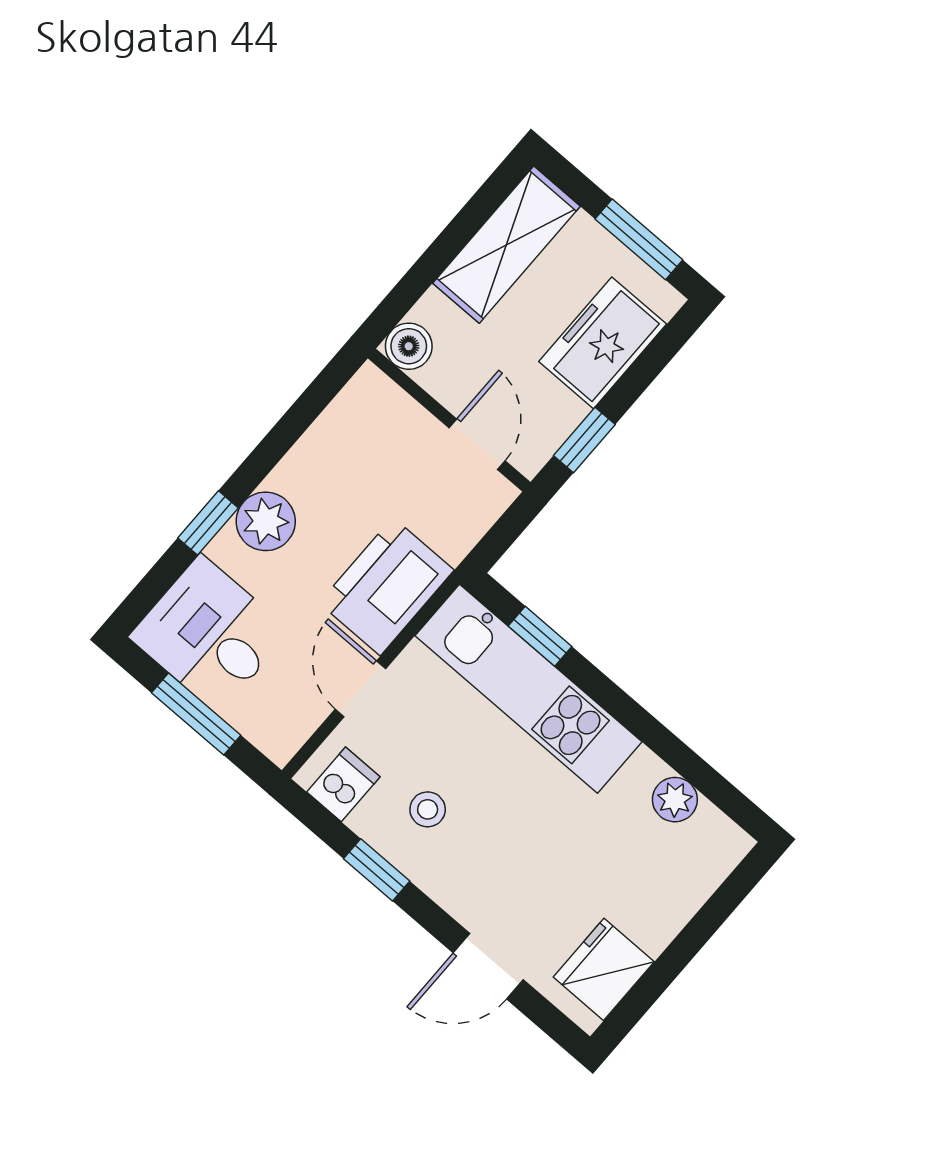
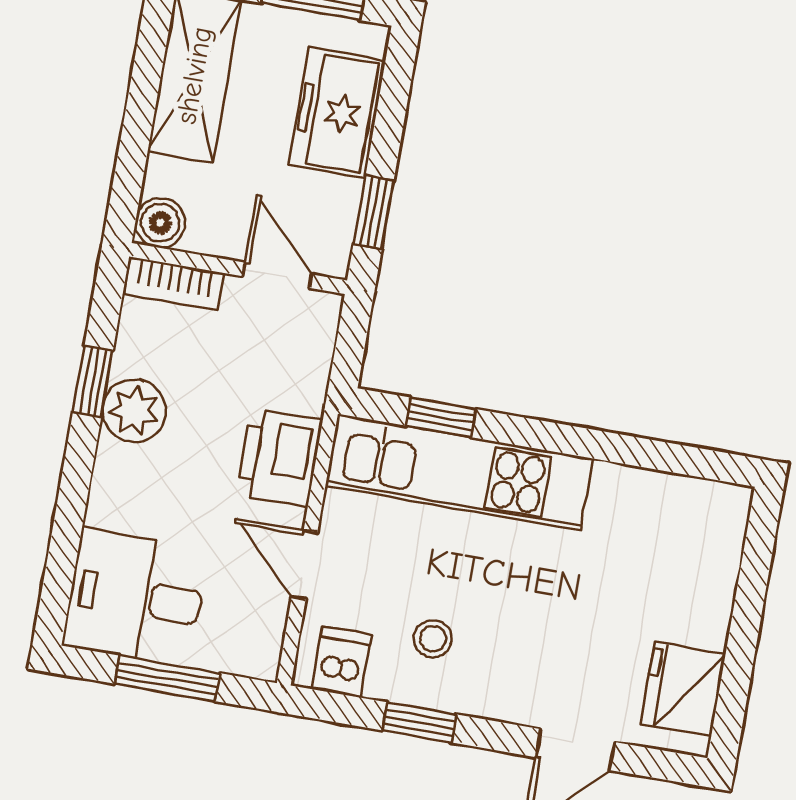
bookcase: (391, 401) -> (174, 283), added
plant: (266, 521) -> (134, 411), moved
window: (208, 523) -> (93, 381), moved
printer: (387, 586) -> (279, 457), width x0.73, depth x0.84
plant: (675, 800) -> (655, 493), removed

